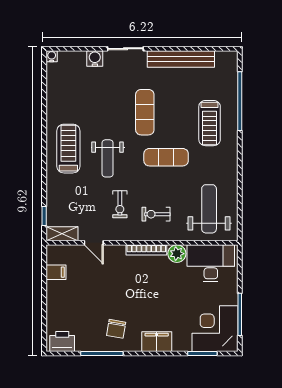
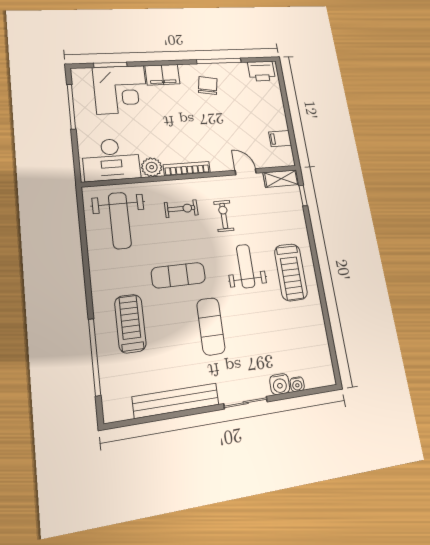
water cooler: (52, 56) -> (297, 384), moved
corner desk: (215, 329) -> (121, 90), moved

